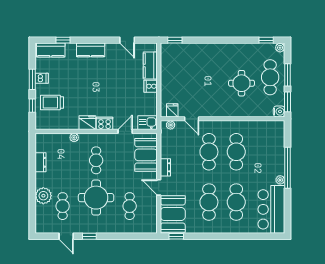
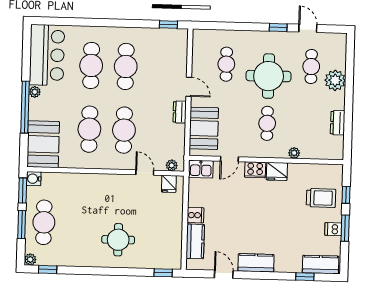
kitchen counter: (91, 50) -> (256, 263), moved
round table: (242, 83) -> (118, 240), moved
booth: (173, 214) -> (43, 144), moved

